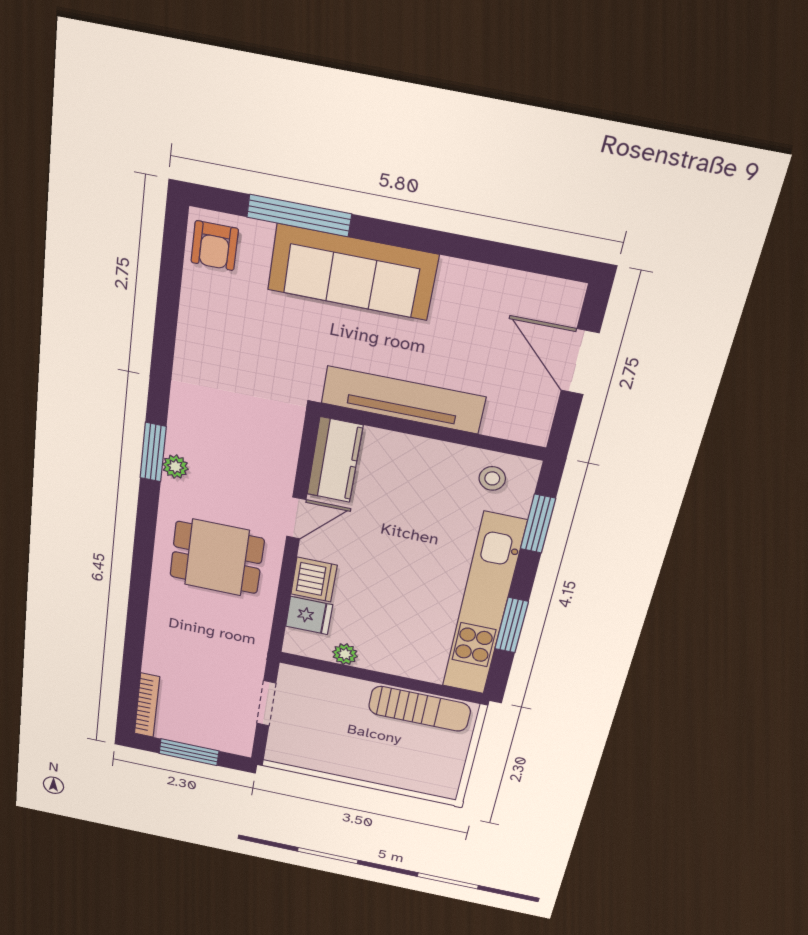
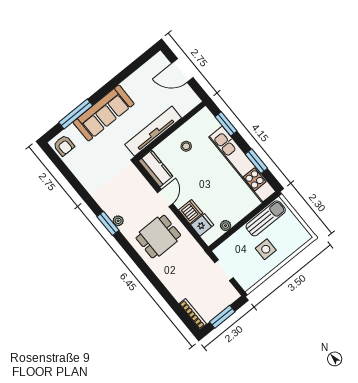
stool: (492, 478) -> (186, 146), moved
side table: (366, 744) -> (266, 249), added

